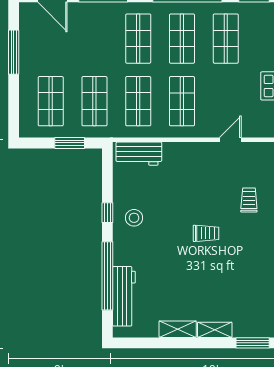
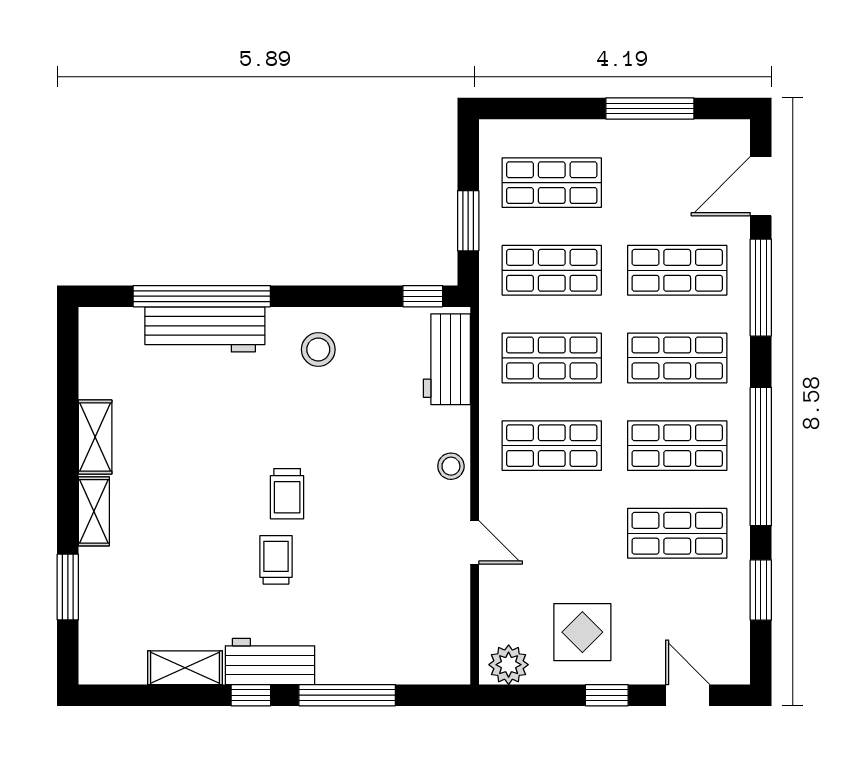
shop shelf: (94, 39) -> (677, 270), added
stool: (192, 152) -> (451, 466), added
trolley: (249, 200) -> (276, 560), moved, turned -90
window: (107, 213) -> (423, 296), moved
workbench: (124, 296) -> (205, 329), moved

